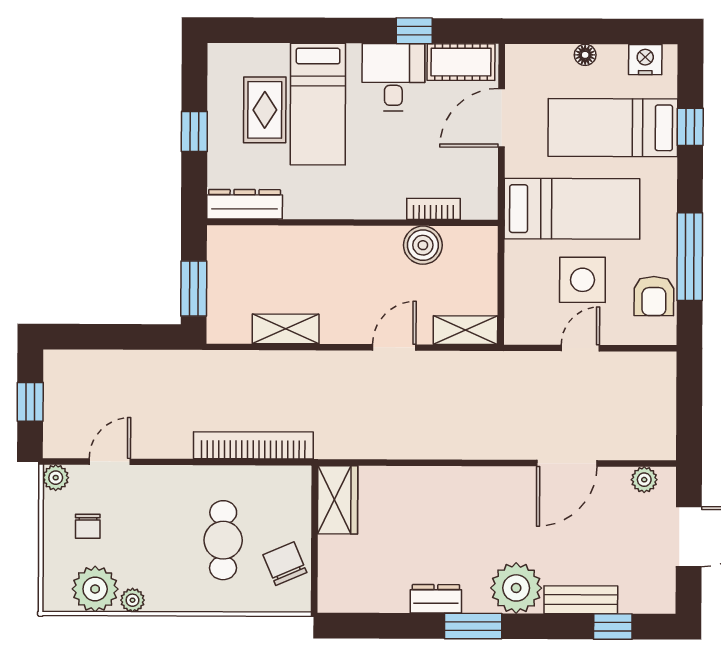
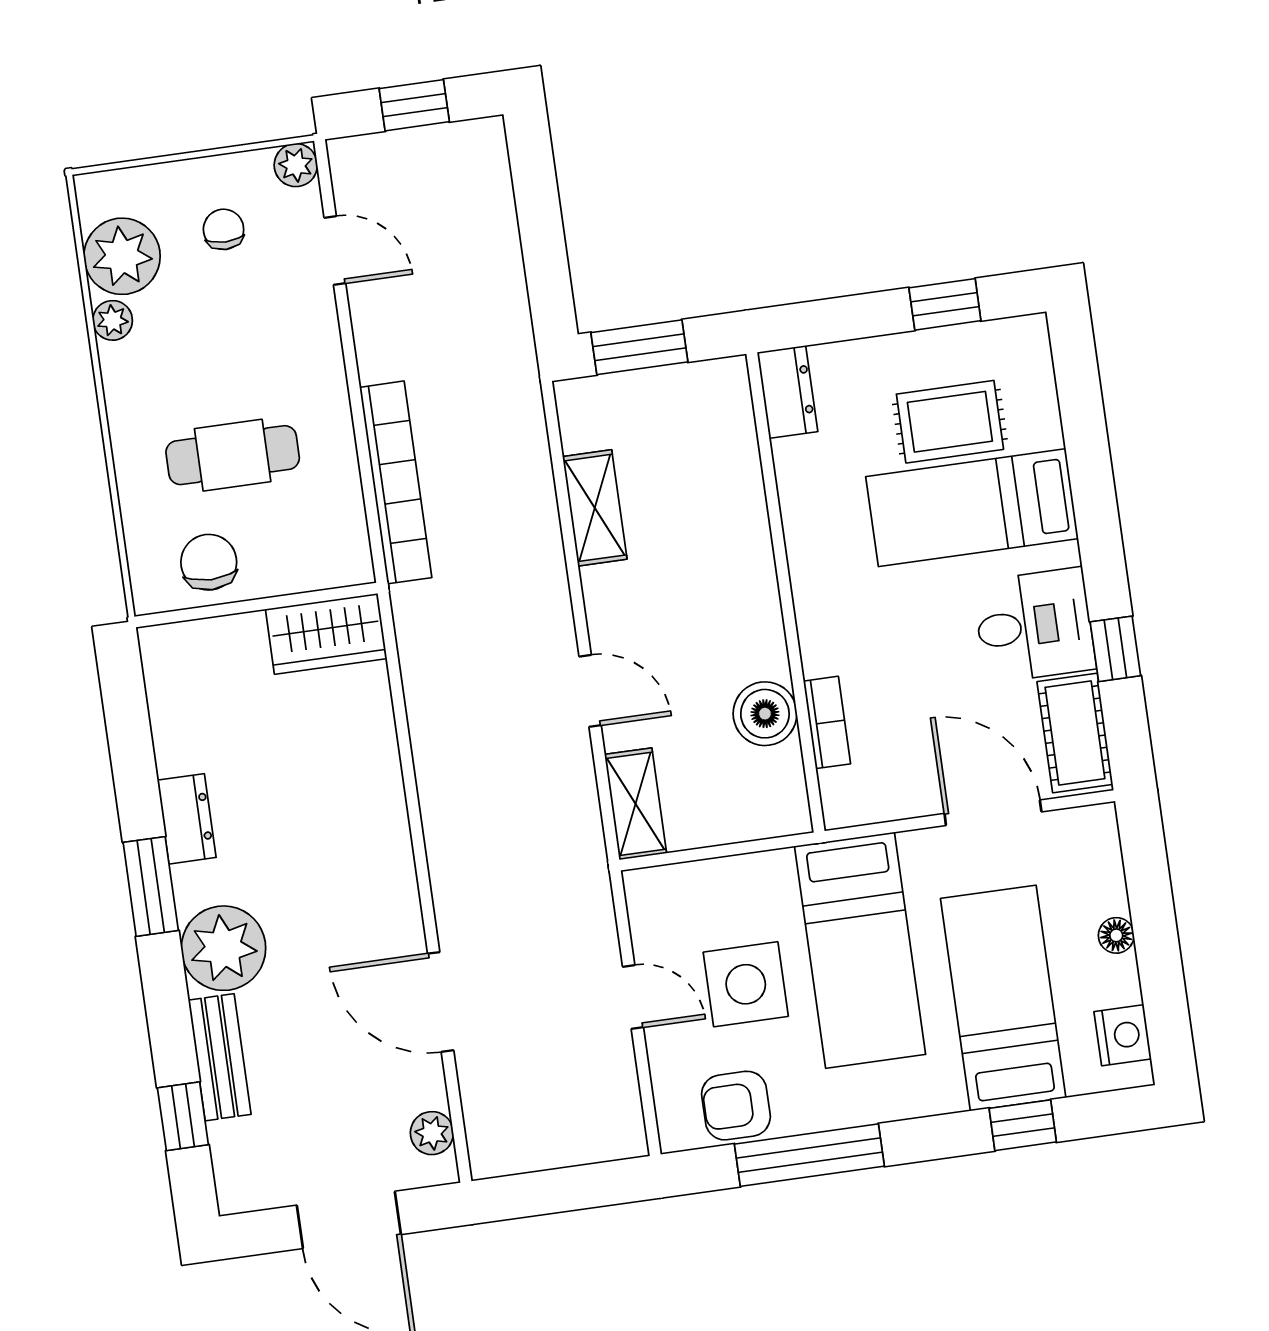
window: (194, 131) -> (945, 304), moved
dresser: (245, 204) -> (787, 392), width x0.70
chair: (88, 526) -> (224, 229), turned 90
chair: (285, 564) -> (209, 562), turned -67

